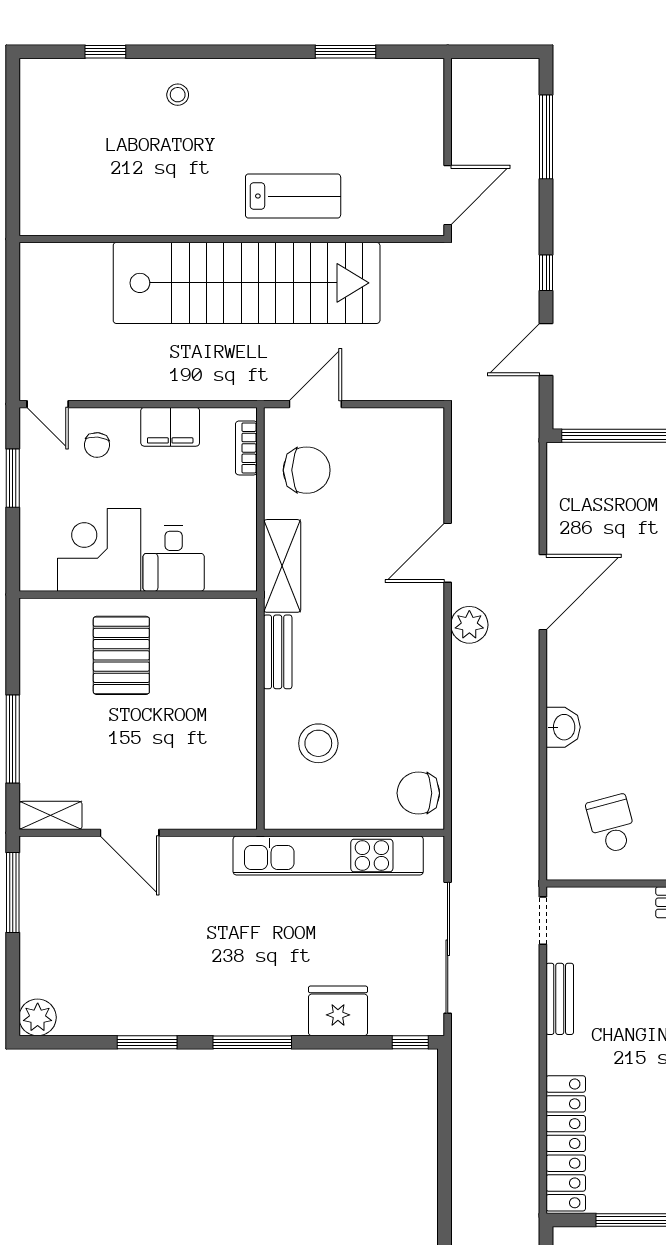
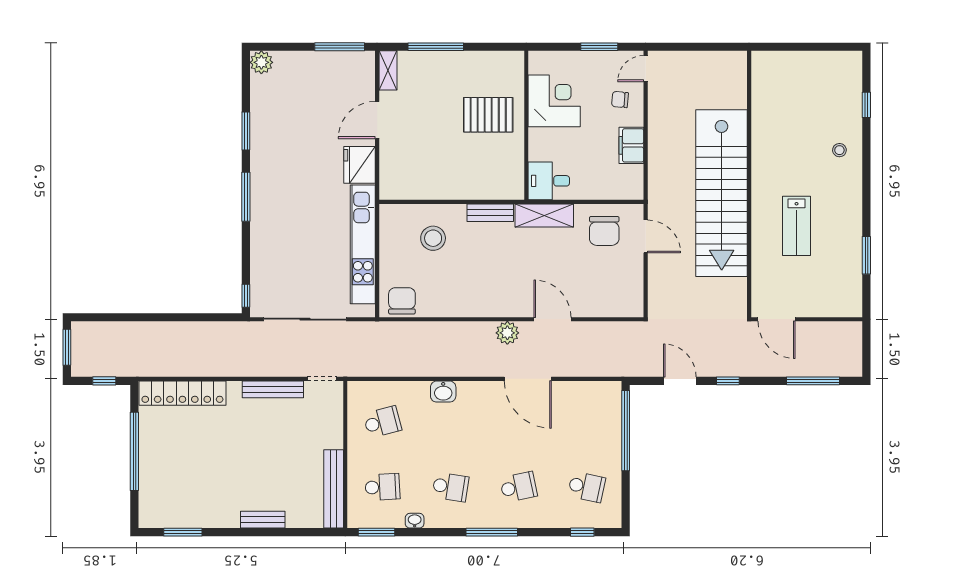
lab bench: (293, 196) -> (797, 226), moved
bookcase: (246, 448) -> (618, 193), removed
desk: (174, 559) -> (549, 181), moved
bench: (560, 999) -> (273, 389), width x1.36
fridge: (338, 1011) -> (359, 165), moved, turned 180

